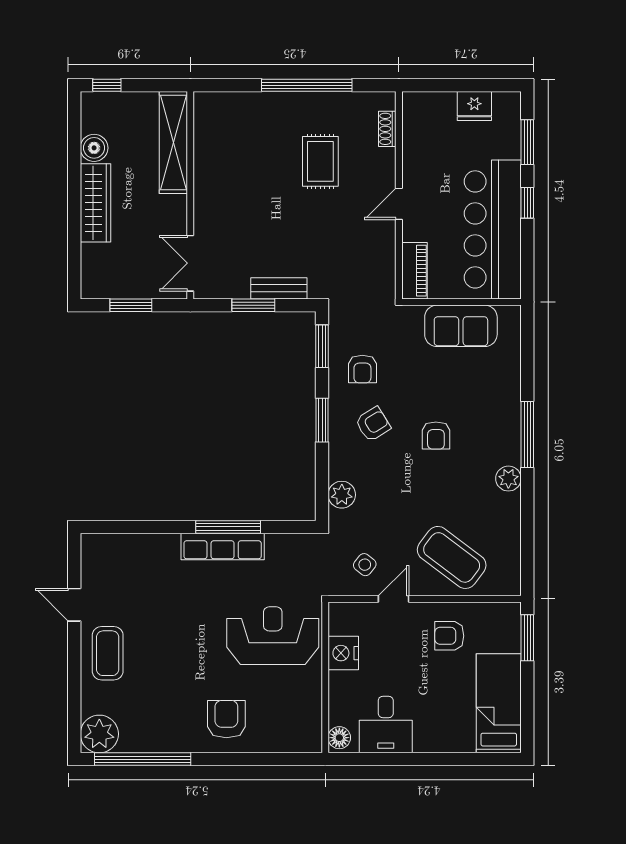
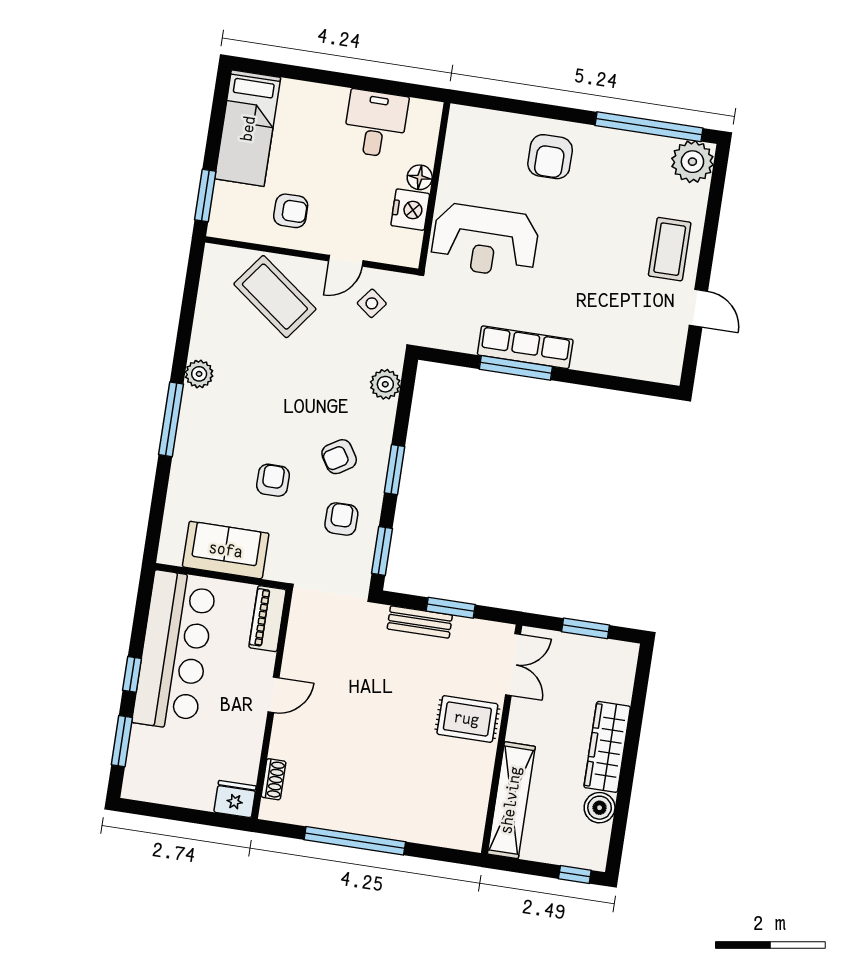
fridge: (474, 106) -> (235, 799), moved
rug: (320, 161) -> (467, 719), moved, turned 90
armchair: (436, 436) -> (273, 480), moved
floor lamp: (339, 738) -> (420, 177), moved

